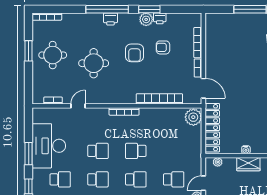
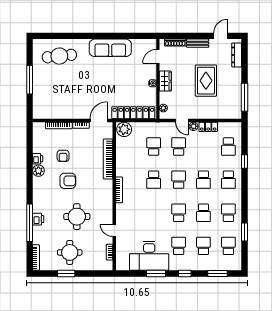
window: (107, 9) -> (30, 223), moved
window: (149, 9) -> (30, 168), removed
printer: (110, 19) -> (38, 219), moved
school desk: (98, 151) -> (154, 147), moved

